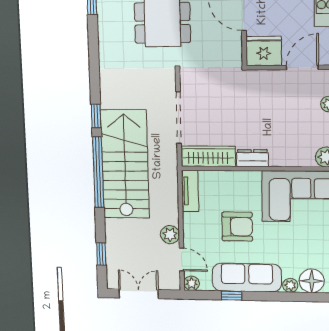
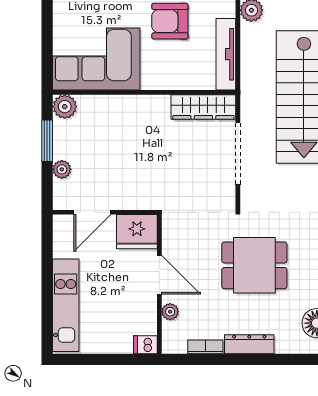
dresser: (252, 158) -> (151, 105), removed
tv unit: (190, 191) -> (226, 54), width x1.41

